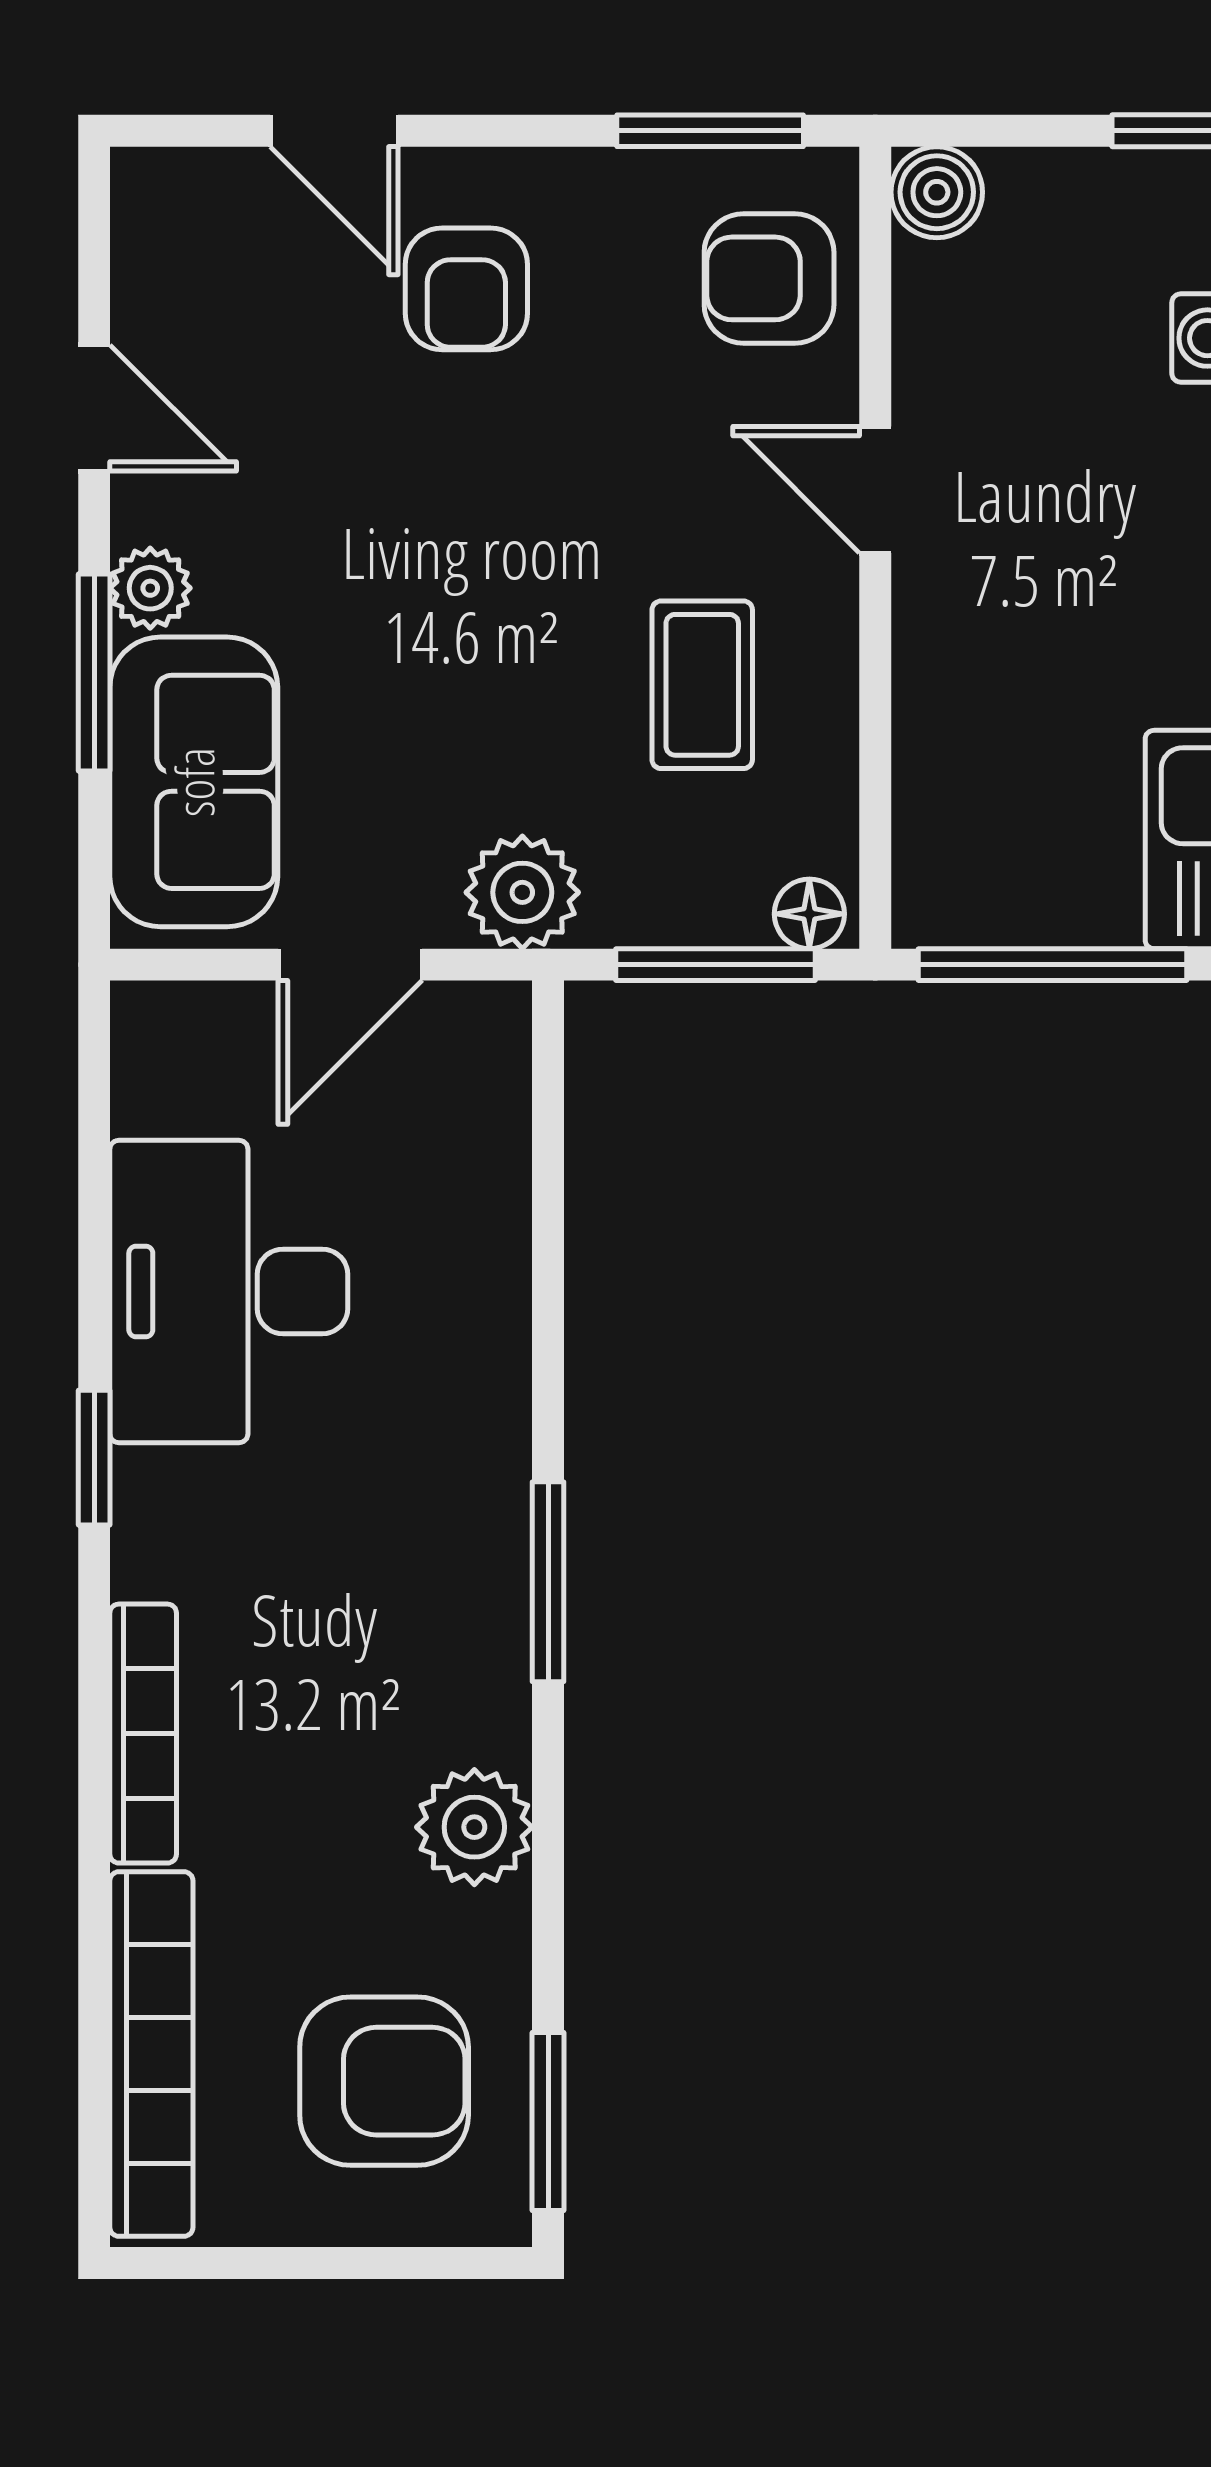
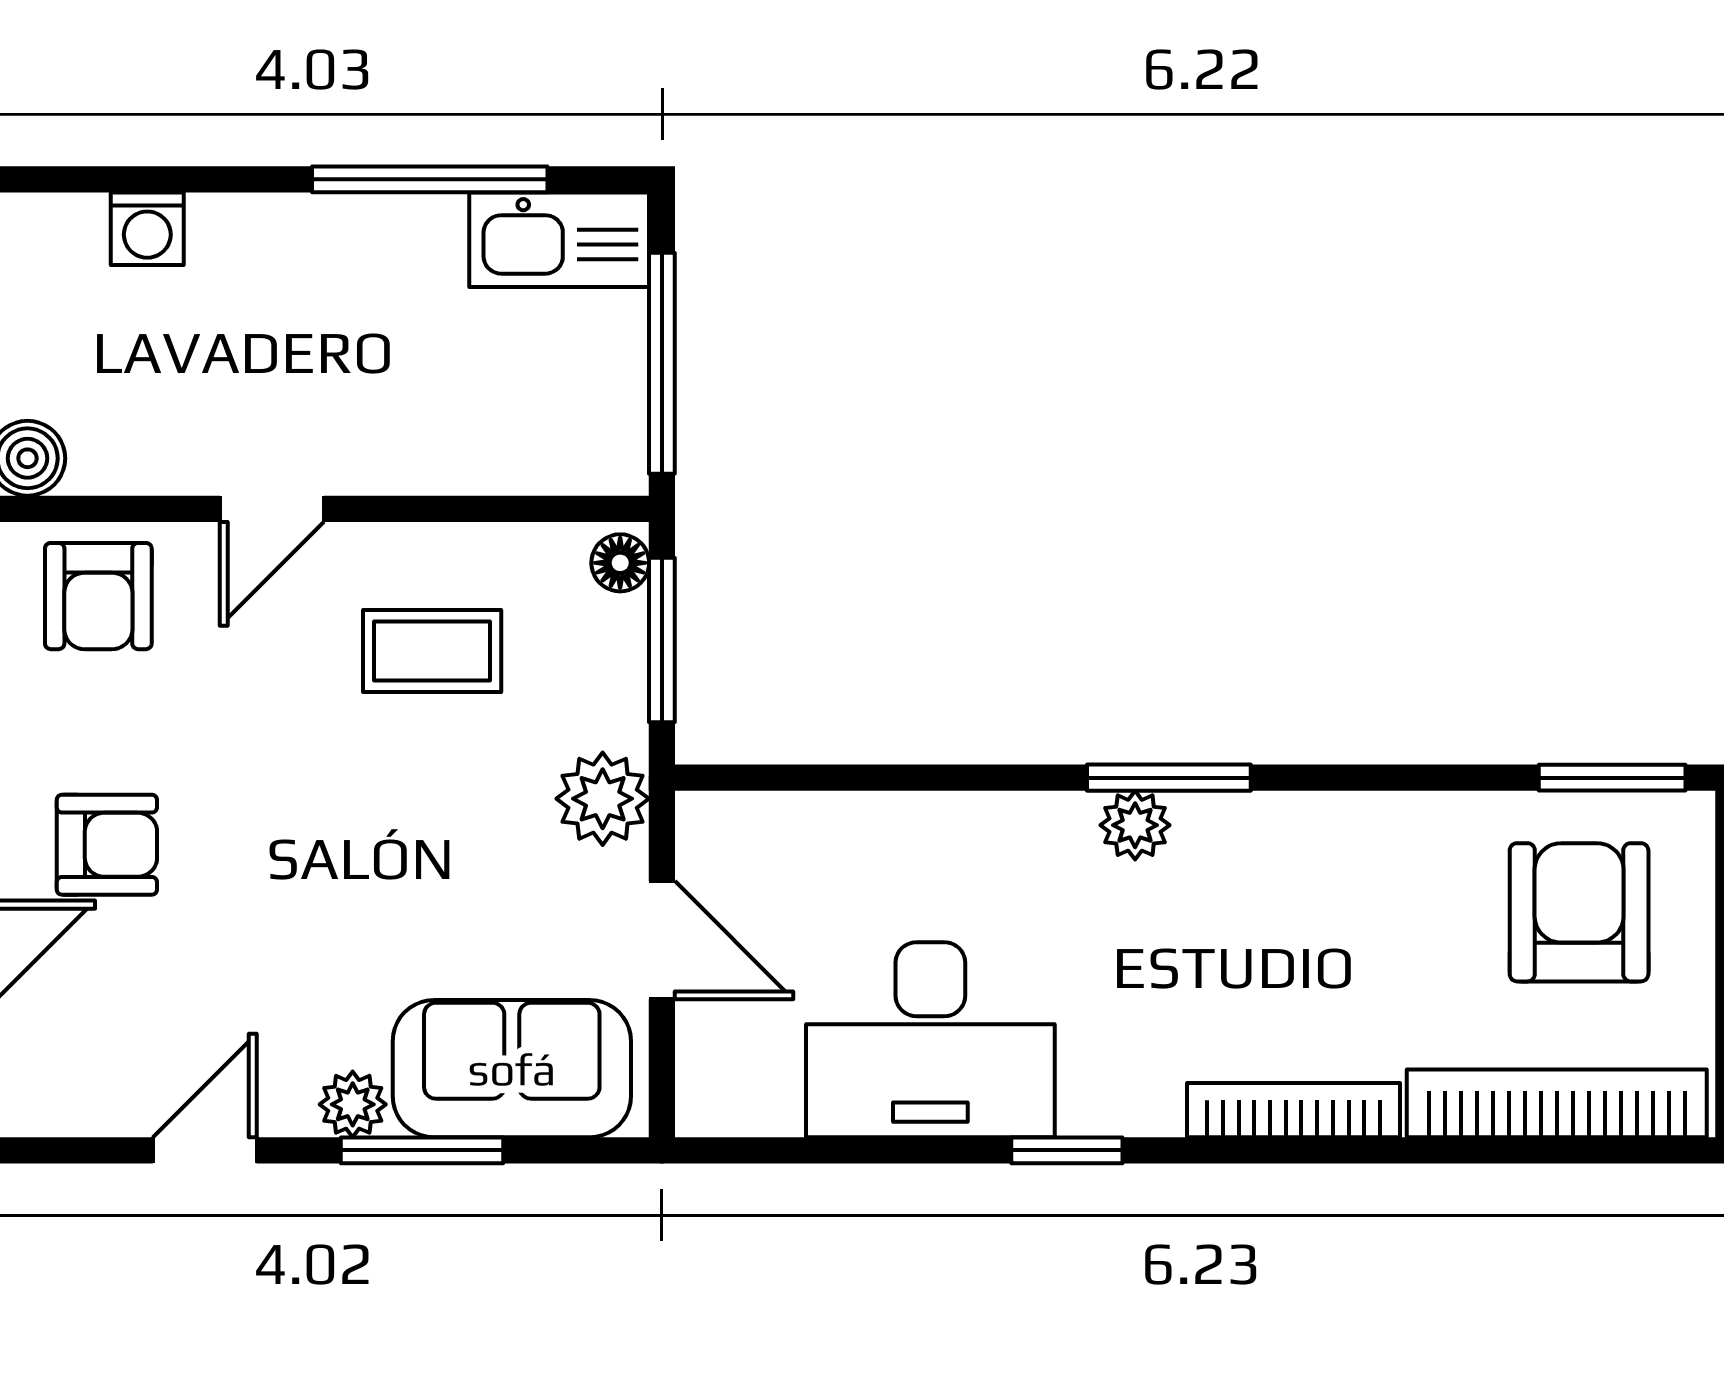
plant: (474, 1827) -> (1135, 825), moved, width x0.73, depth x0.73

